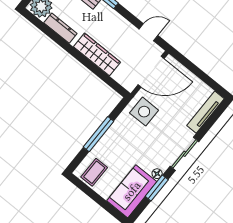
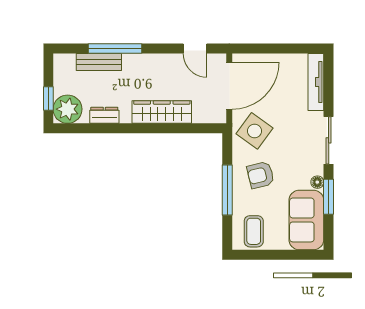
dresser: (60, 28) -> (104, 115), width x0.70
door: (148, 32) -> (195, 49), swing flipped
side table: (144, 112) -> (254, 131), turned 36
armchair: (126, 141) -> (261, 175), added

